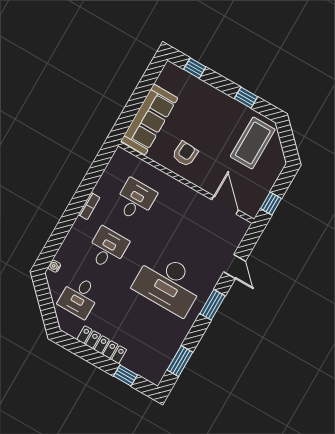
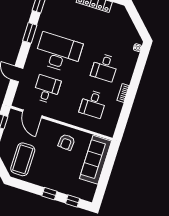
window: (246, 98) -> (49, 194), moved
desk: (79, 297) -> (47, 89), moved
window: (213, 305) -> (30, 33), moved

